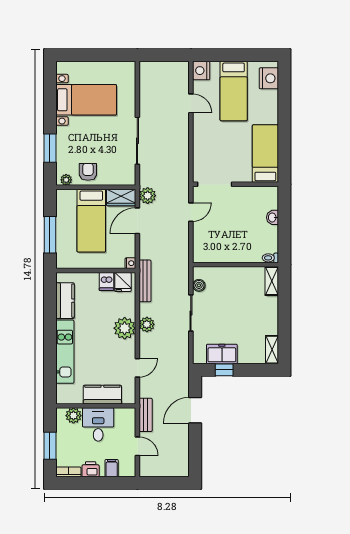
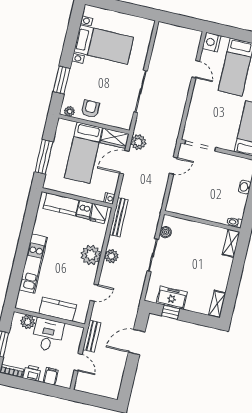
kitchen counter: (65, 301) -> (61, 204), moved, turned 90

